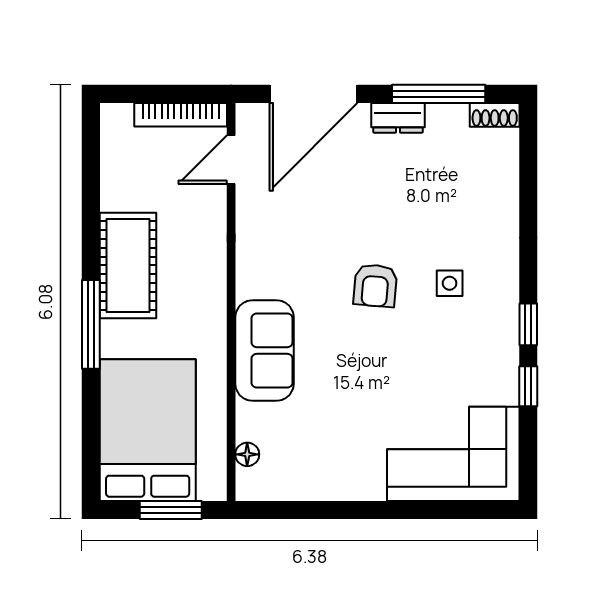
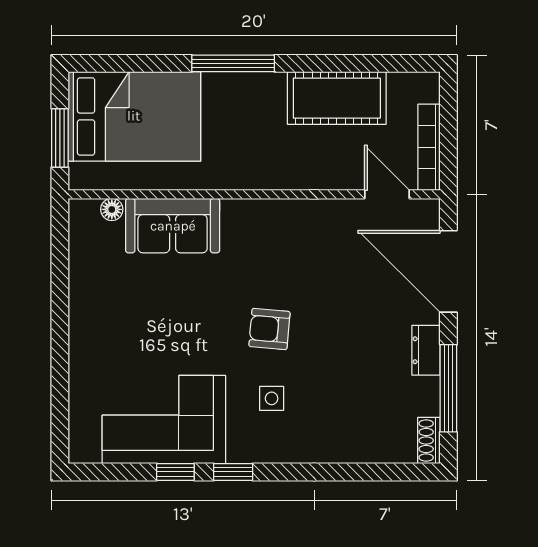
cot: (128, 265) -> (337, 98), moved
sofa: (265, 350) -> (173, 226), moved
corner sofa: (453, 454) -> (164, 420), moved, turned -90

